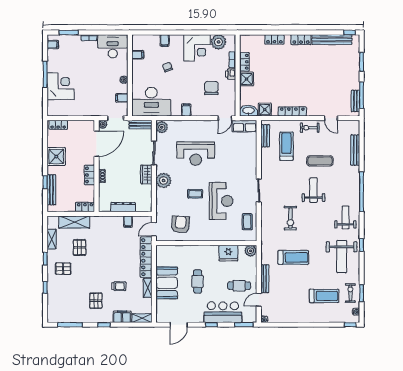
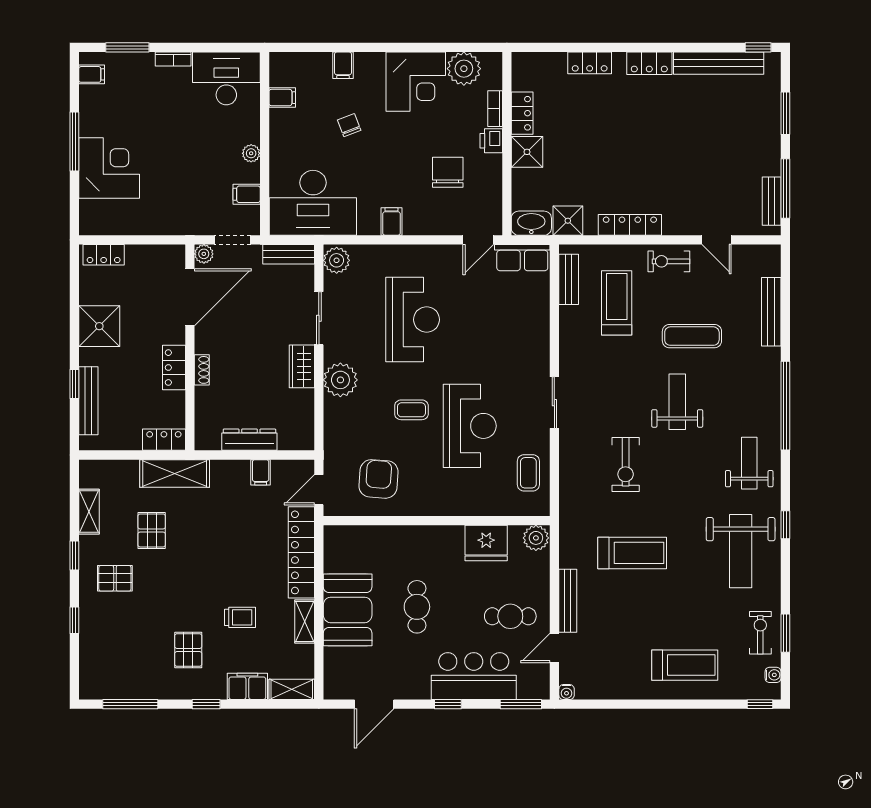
reception desk: (196, 154) -> (413, 320), turned -90
shelving: (74, 222) -> (175, 473), moved
treadmill: (324, 296) -> (685, 665), moved

